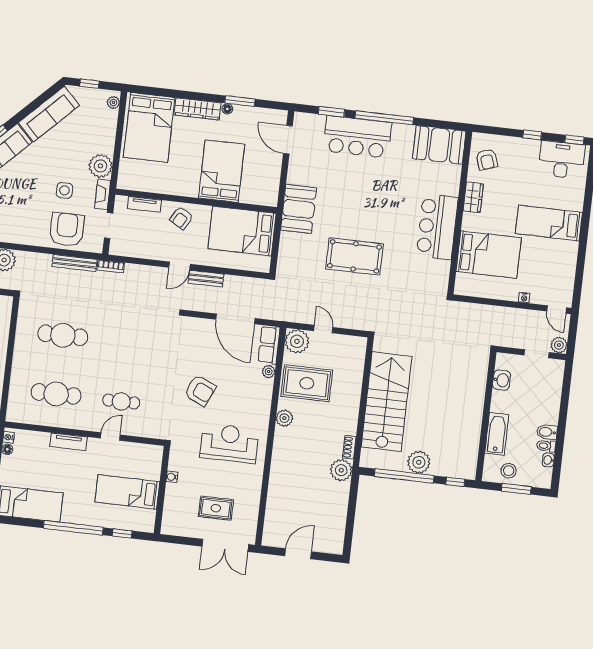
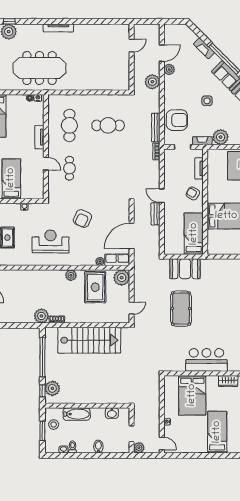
side table: (64, 190) -> (207, 101), moved
booth: (299, 209) -> (185, 269), moved
bed: (242, 231) -> (194, 234), width x0.67
door: (557, 309) -> (162, 443), swing flipped
door: (323, 329) -> (132, 308), moved
cafe table: (63, 335) -> (108, 125), turned 90
bidet: (547, 432) -> (98, 446), moved
reception desk: (229, 443) -> (50, 241), turned -90
plant: (419, 462) -> (52, 388), moved

